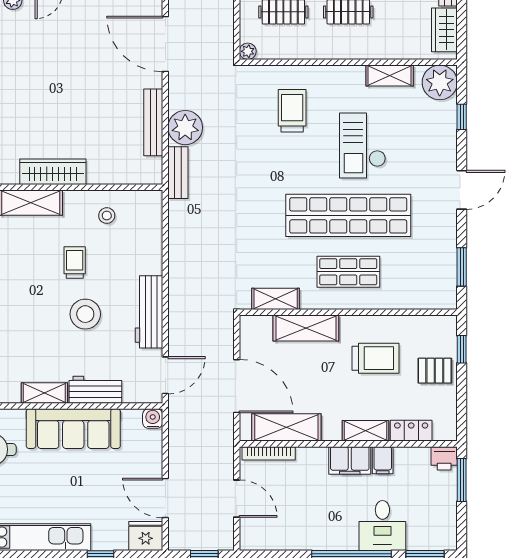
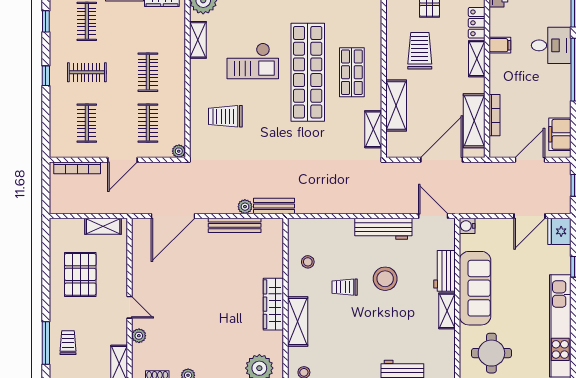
plant: (185, 128) -> (245, 207), width x0.53, depth x0.53
bookcase: (269, 453) -> (494, 115), moved
filing cabinet: (350, 460) -> (560, 134), moved, turned 180

